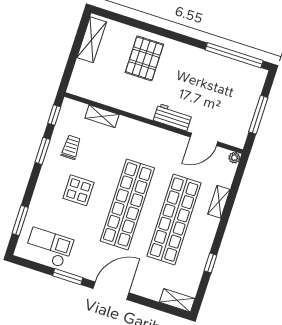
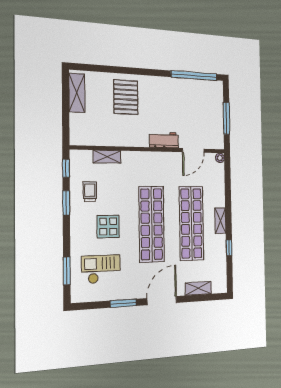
shelving: (219, 202) -> (220, 221), moved
checkout: (49, 248) -> (101, 269), moved
shelving: (177, 300) -> (198, 288), moved

